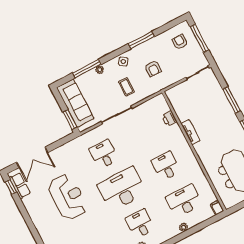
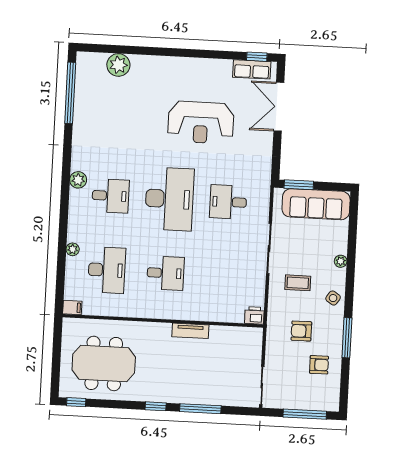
armchair: (180, 42) -> (319, 365), moved
window: (87, 69) -> (352, 245), removed
printer: (169, 119) -> (254, 315), moved
desk: (104, 154) -> (228, 202), turned 180

